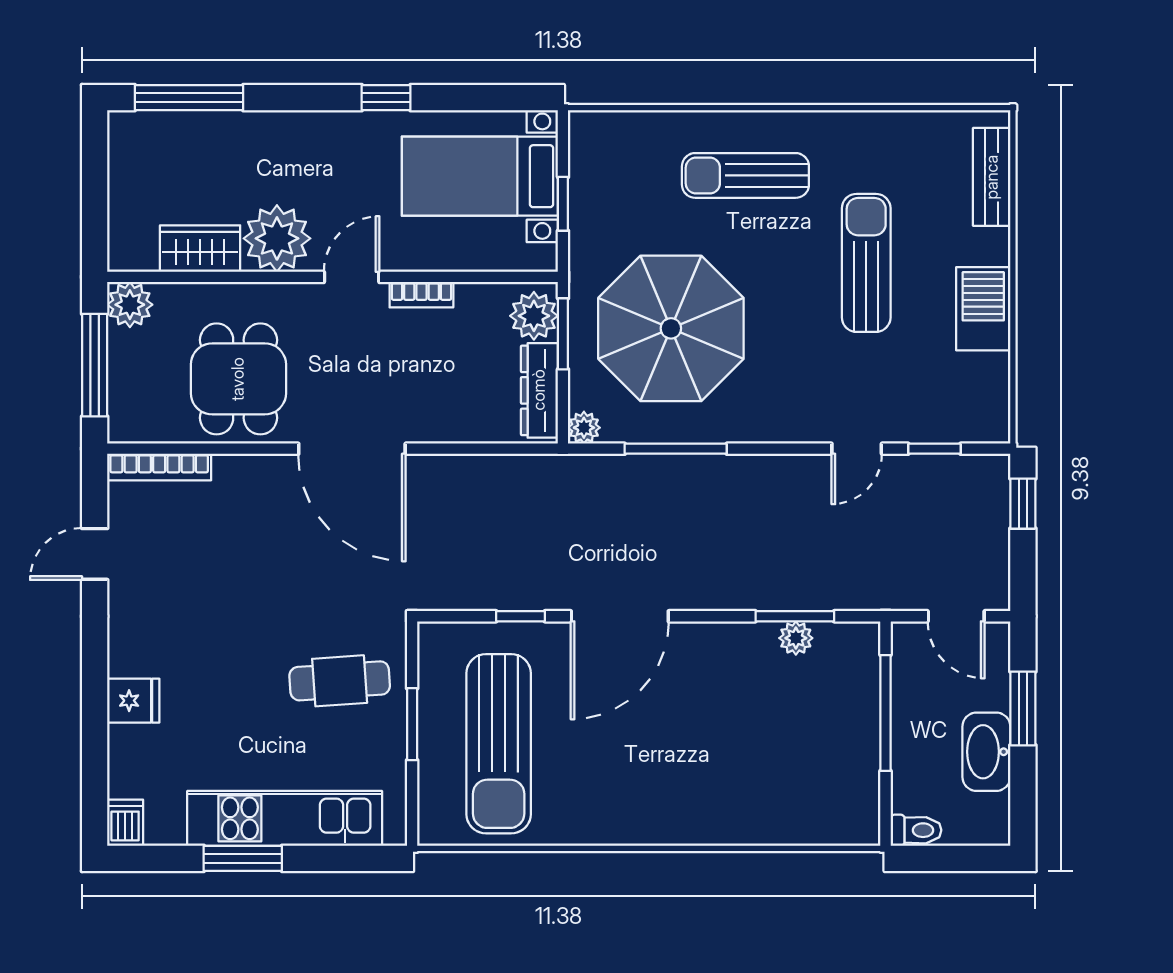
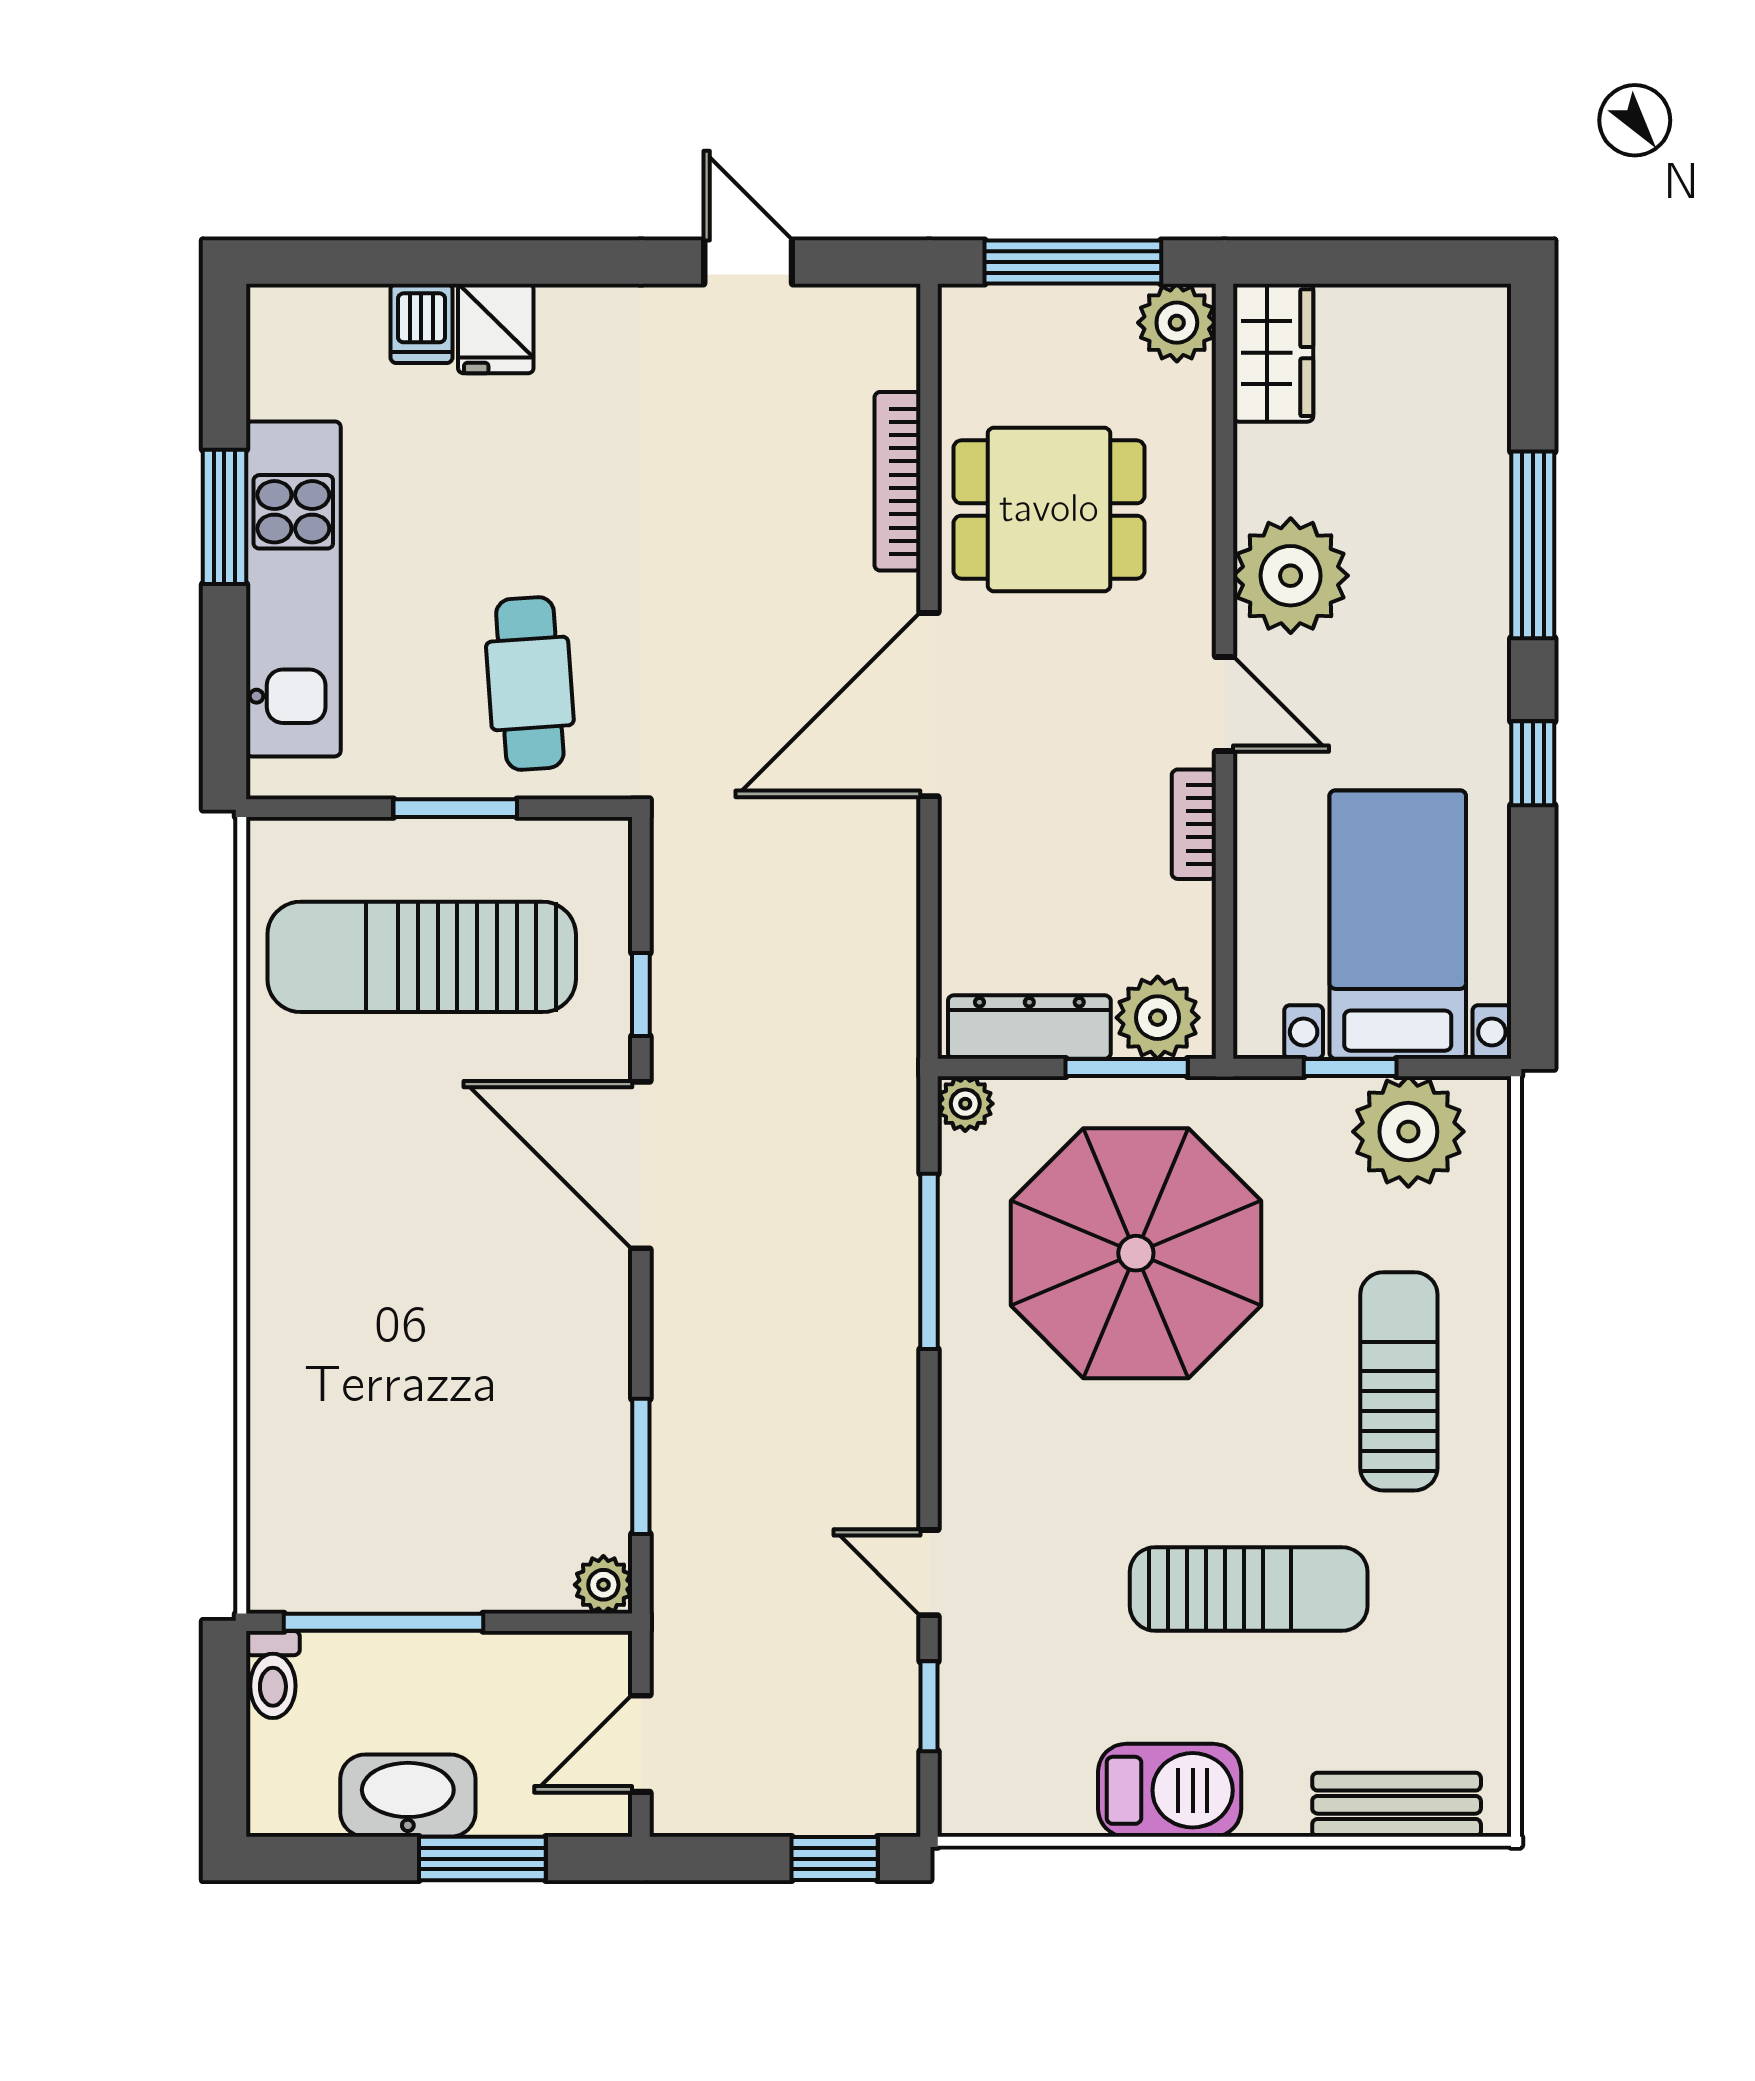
window: (189, 98) -> (1533, 545), moved
plant: (600, 170) -> (1408, 1132), added
wardrobe: (200, 249) -> (1273, 353), moved
bookcase: (159, 467) -> (898, 481), moved
plant: (796, 638) -> (603, 1585), moved
window: (885, 713) -> (383, 1622), moved
dishwasher: (125, 823) -> (421, 323), moved, turned 90

